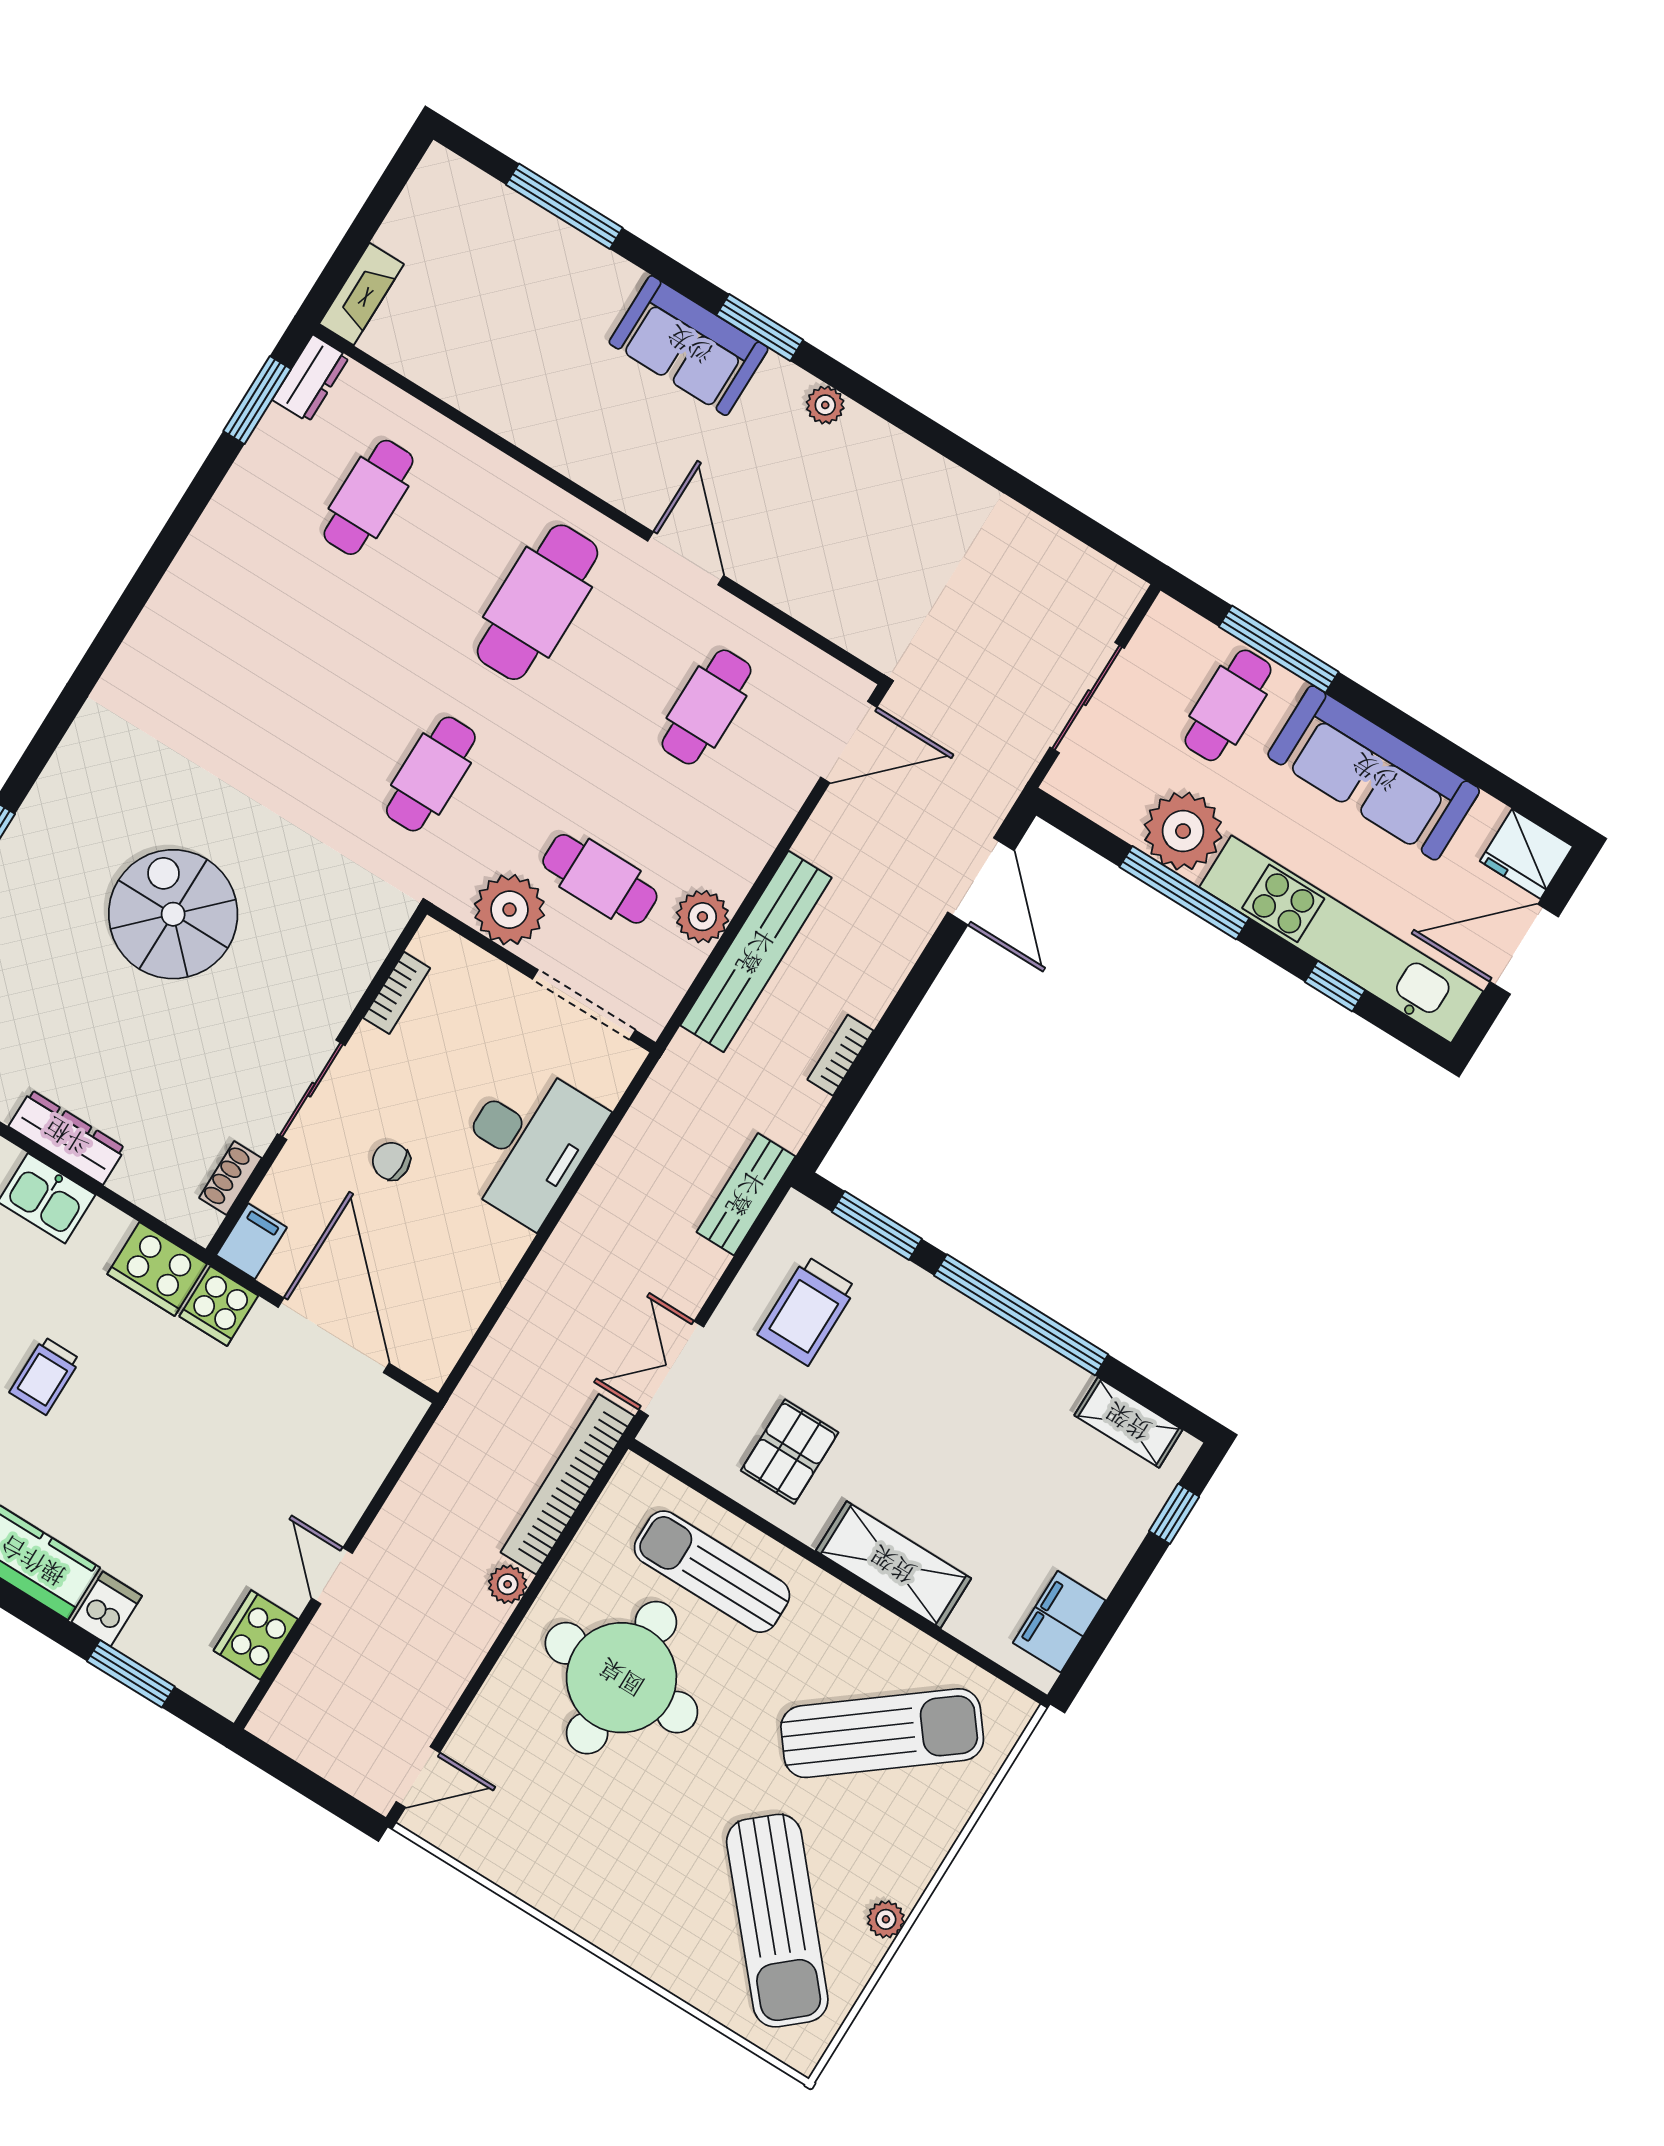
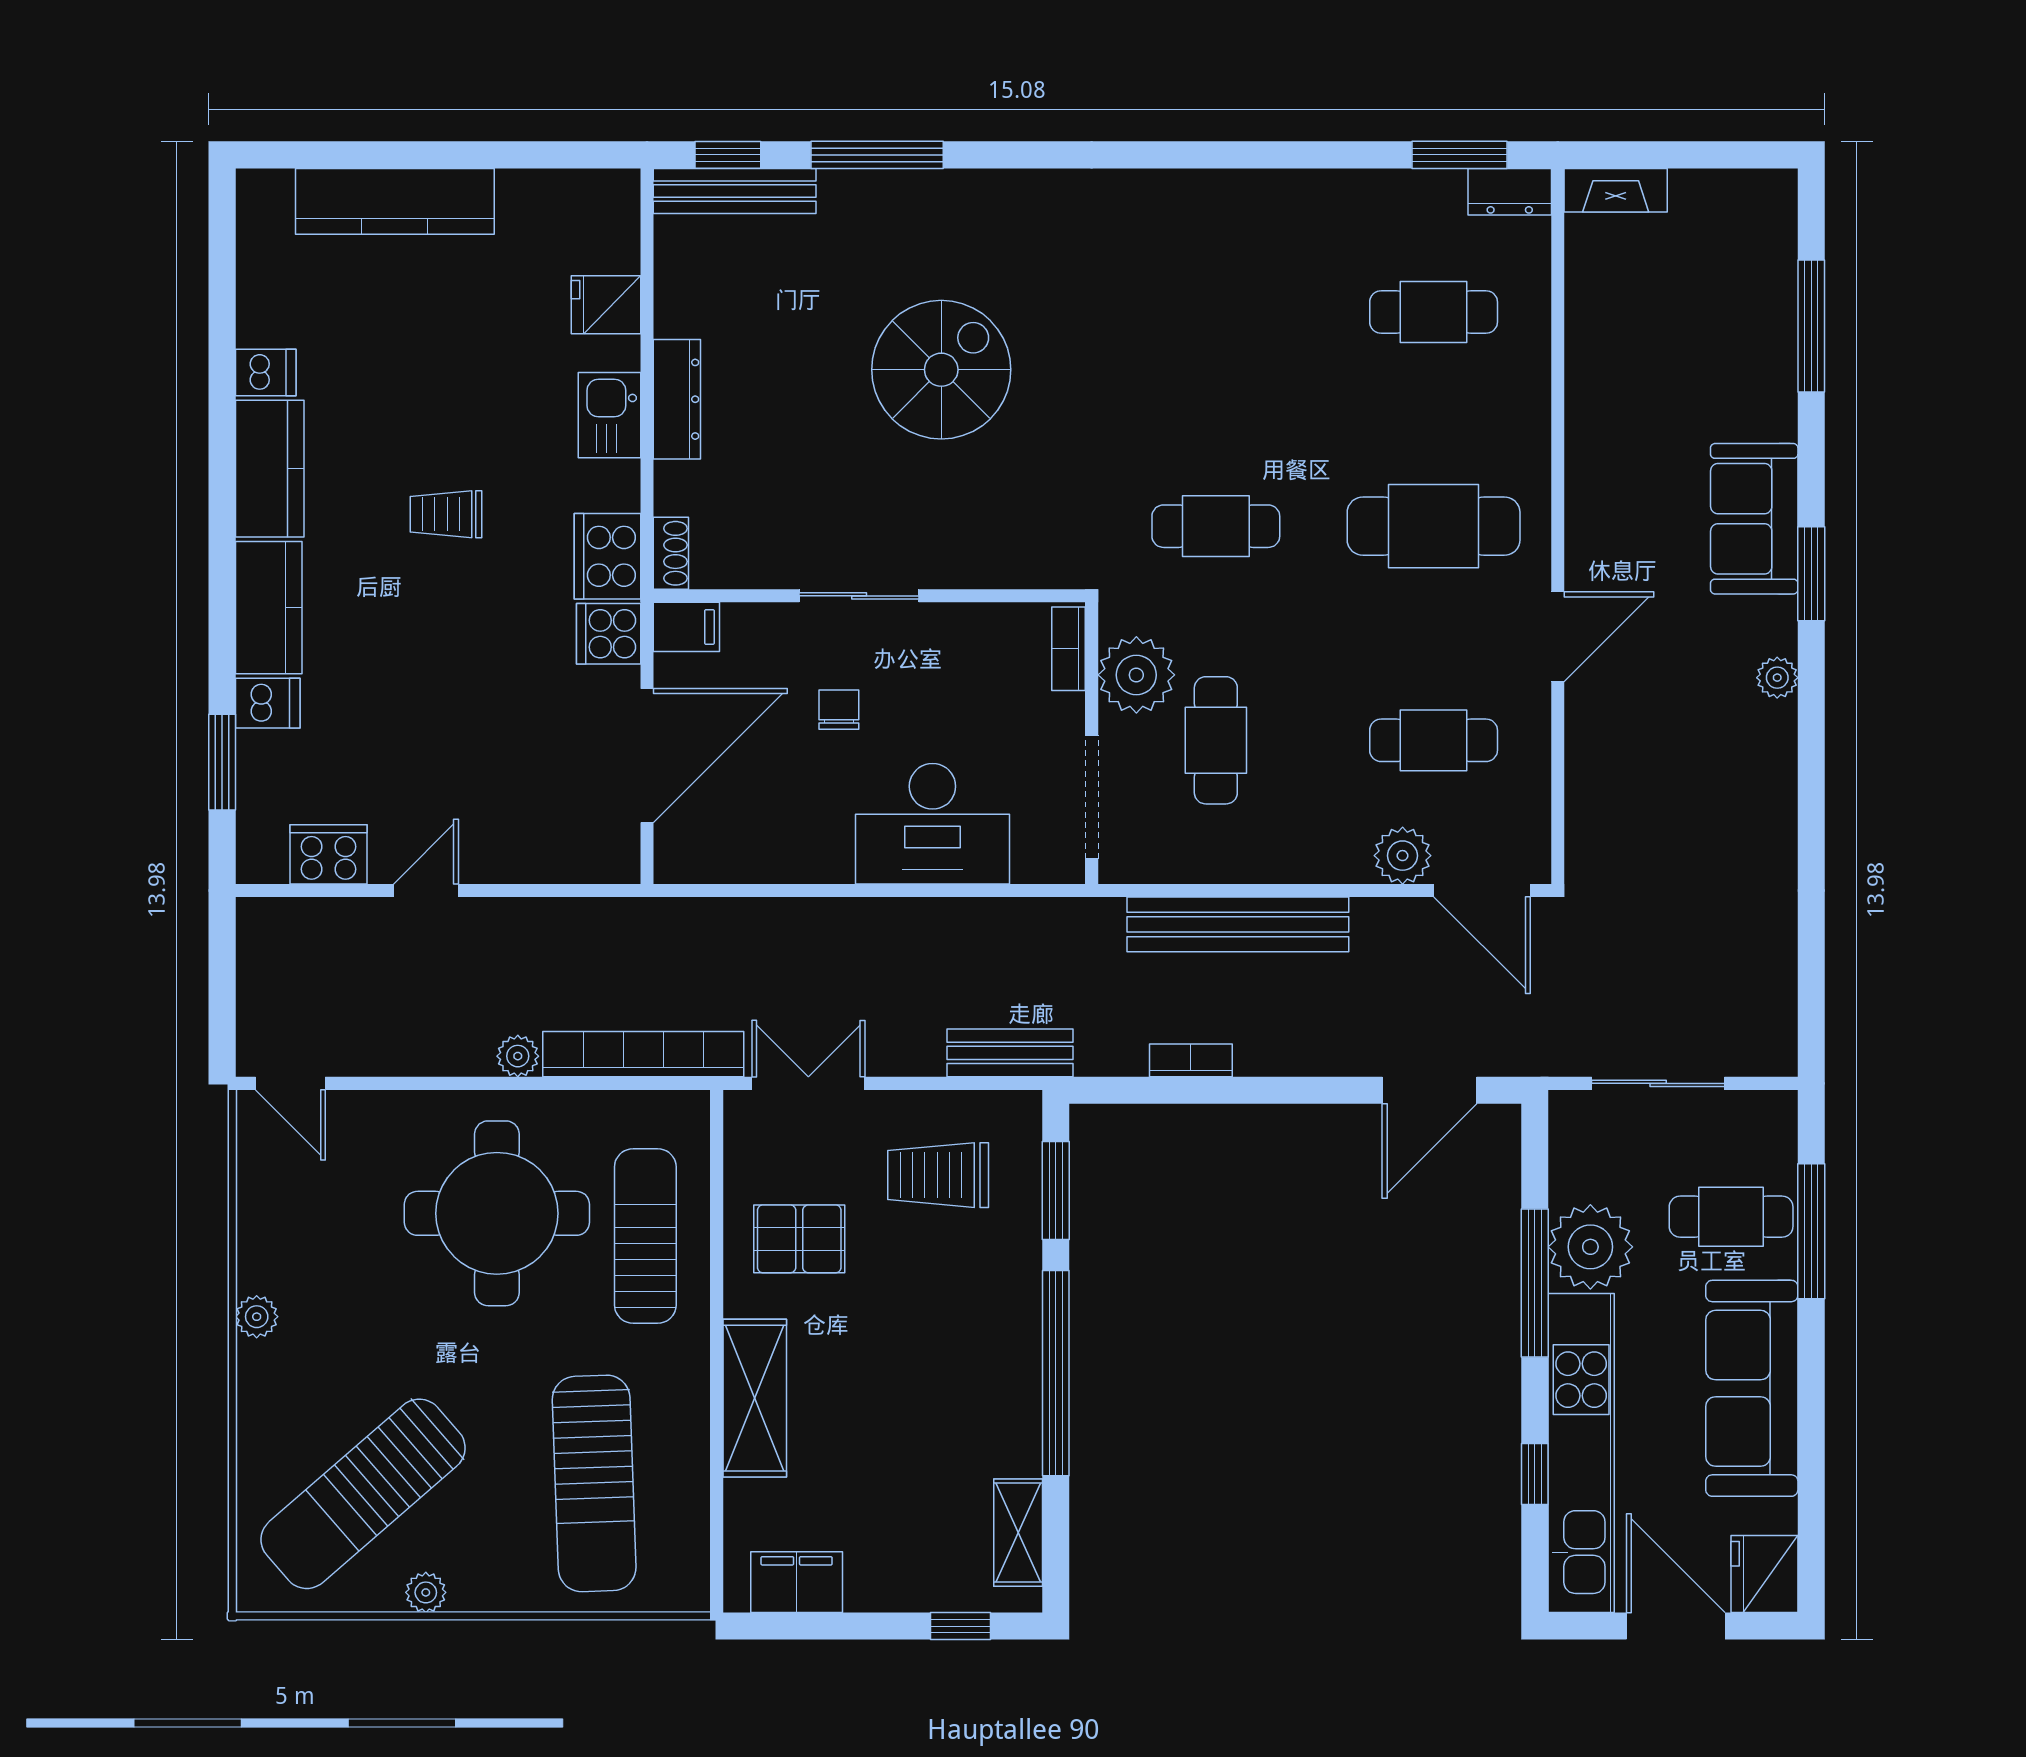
plant: (702, 917) -> (1403, 856), moved
bookcase: (397, 993) -> (1068, 649), moved, turned 90
shoe rack: (230, 1178) -> (671, 553), moved, turned 90
sun lounger: (882, 1733) -> (594, 1483), turned 36
plant: (585, 1918) -> (257, 1317), added

